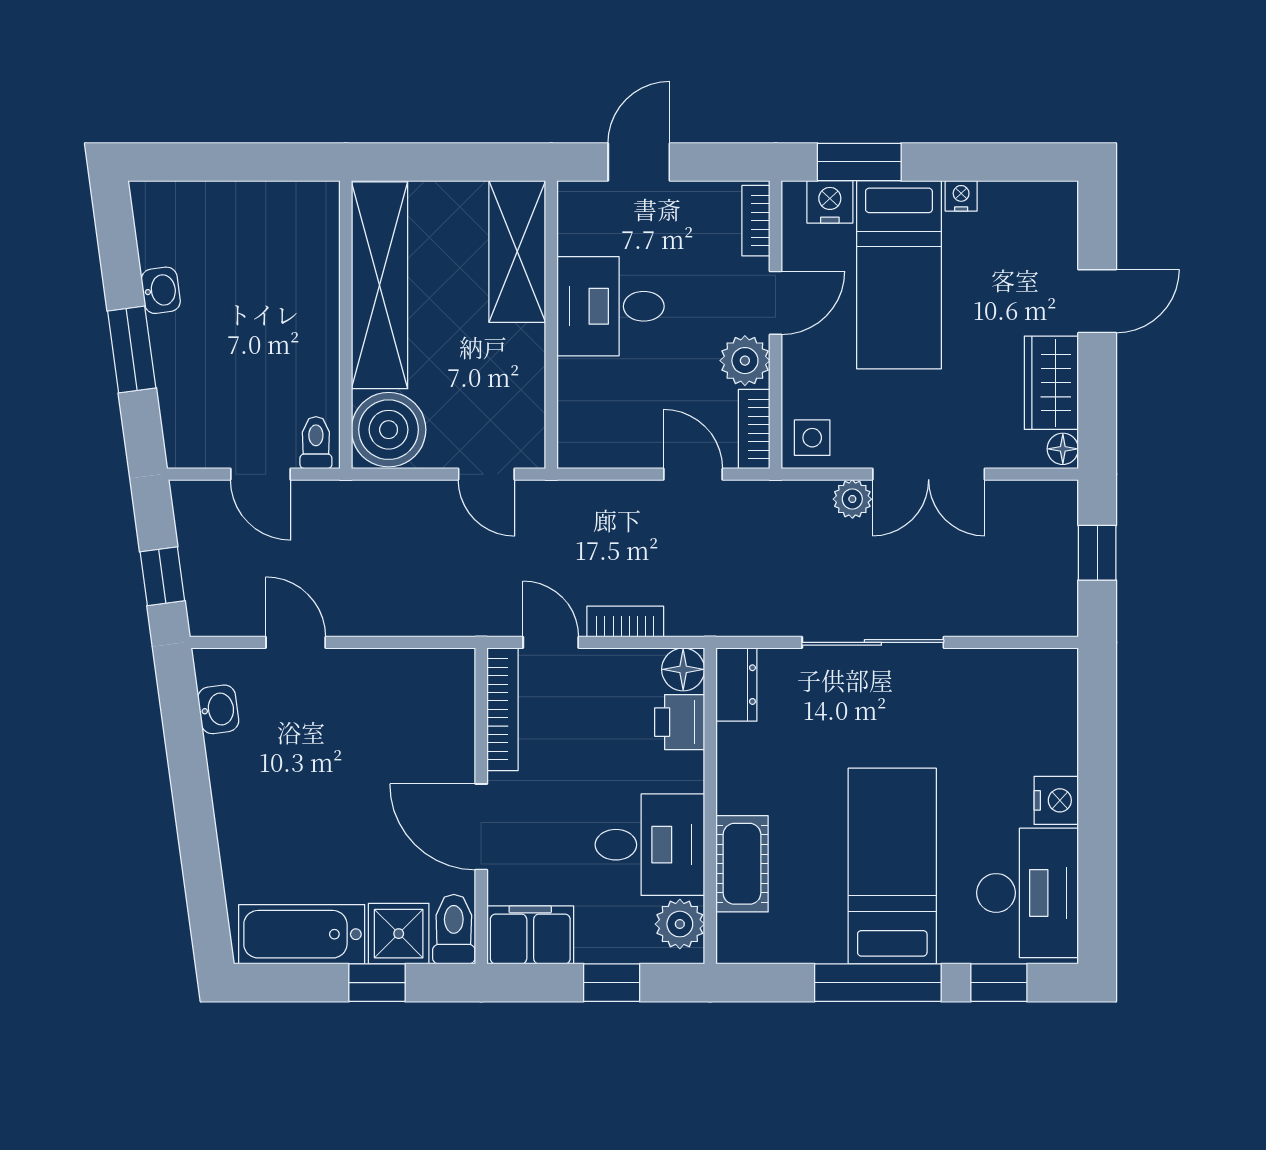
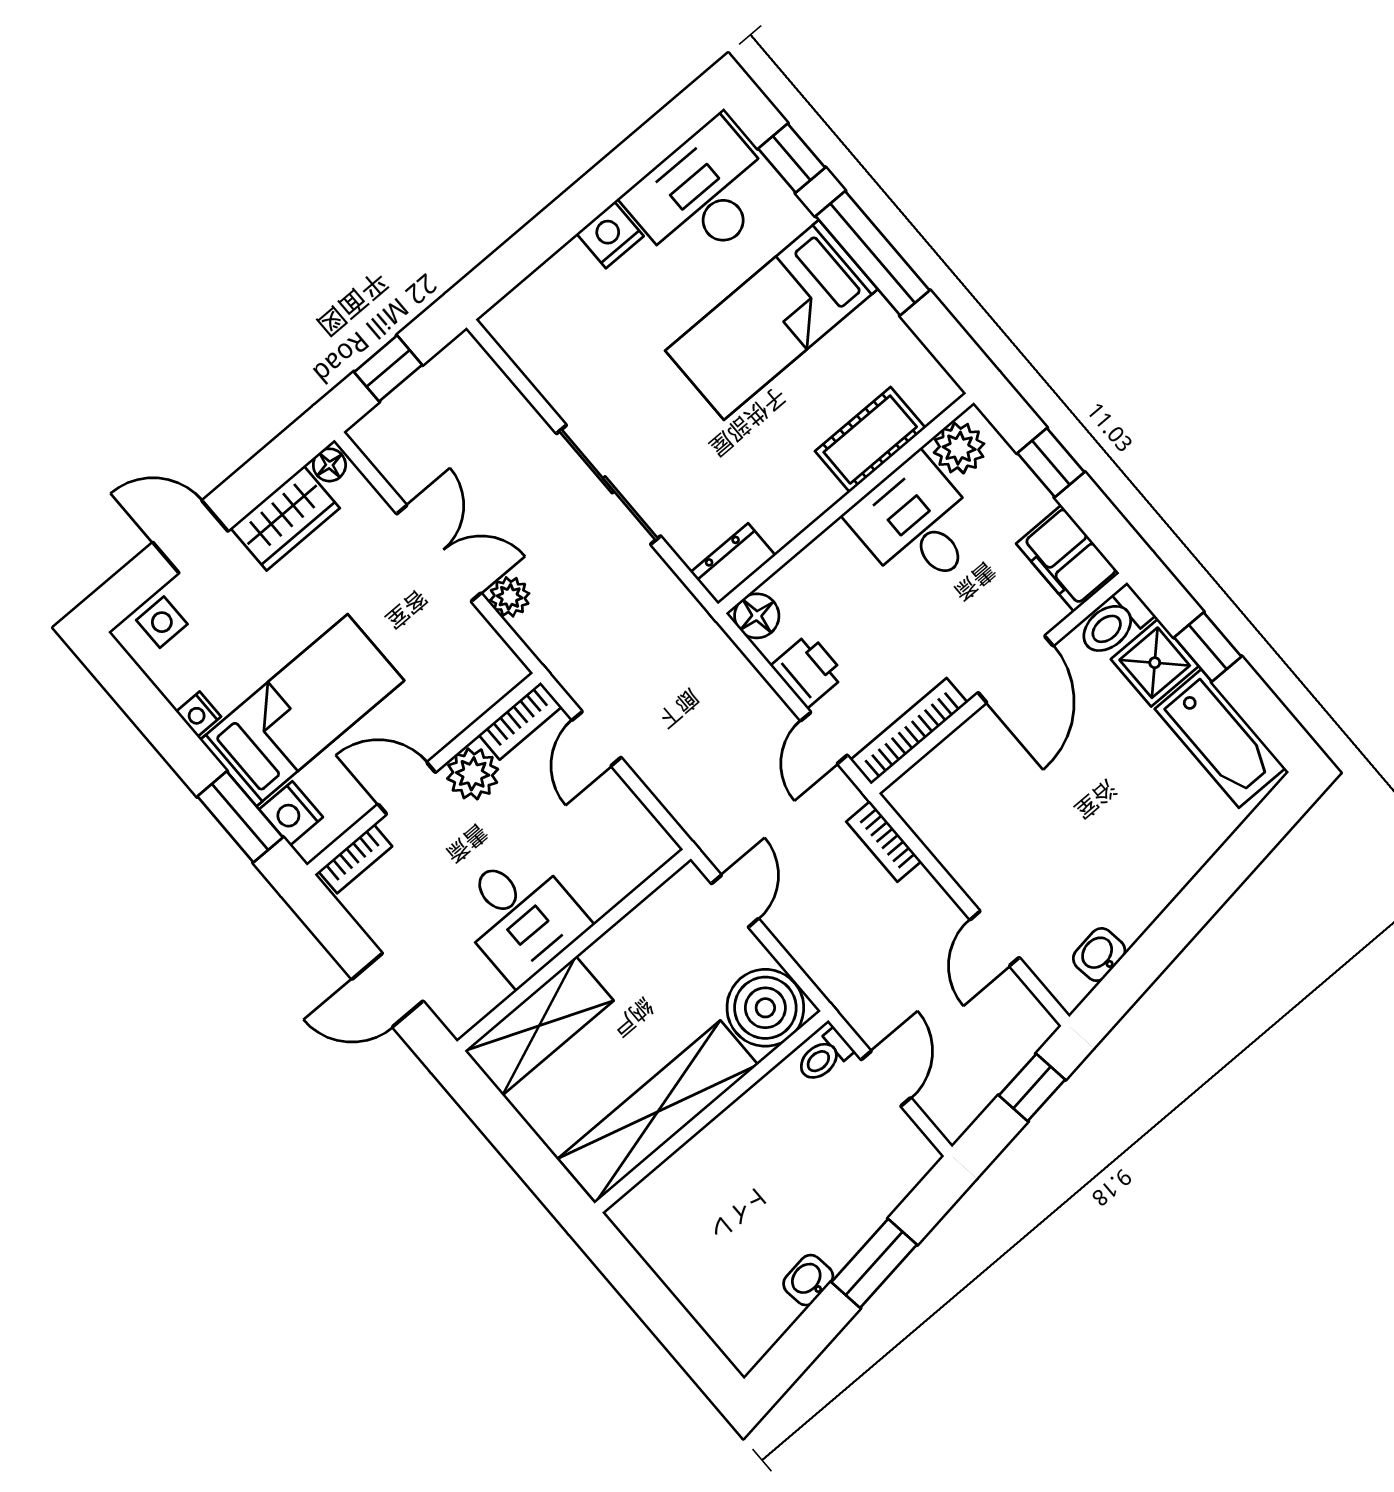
side table: (812, 438) -> (162, 622), moved
bookcase: (625, 621) -> (884, 842), moved
printer: (680, 722) -> (808, 670), moved, turned -90

